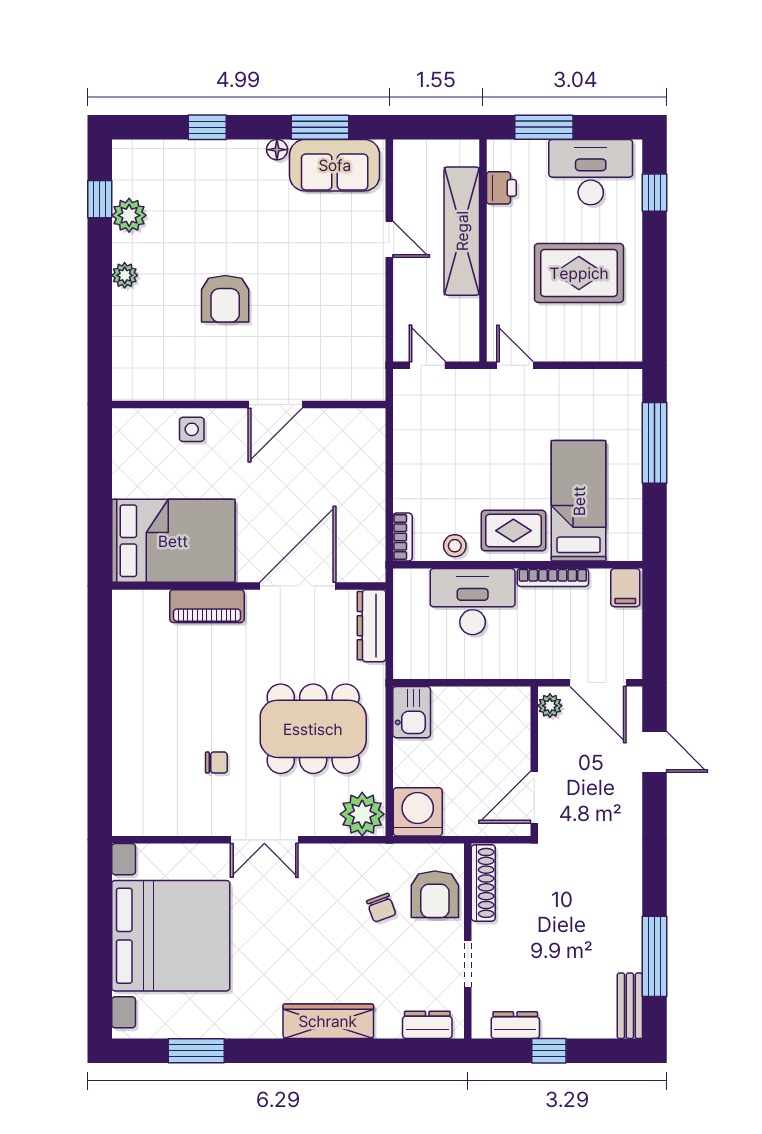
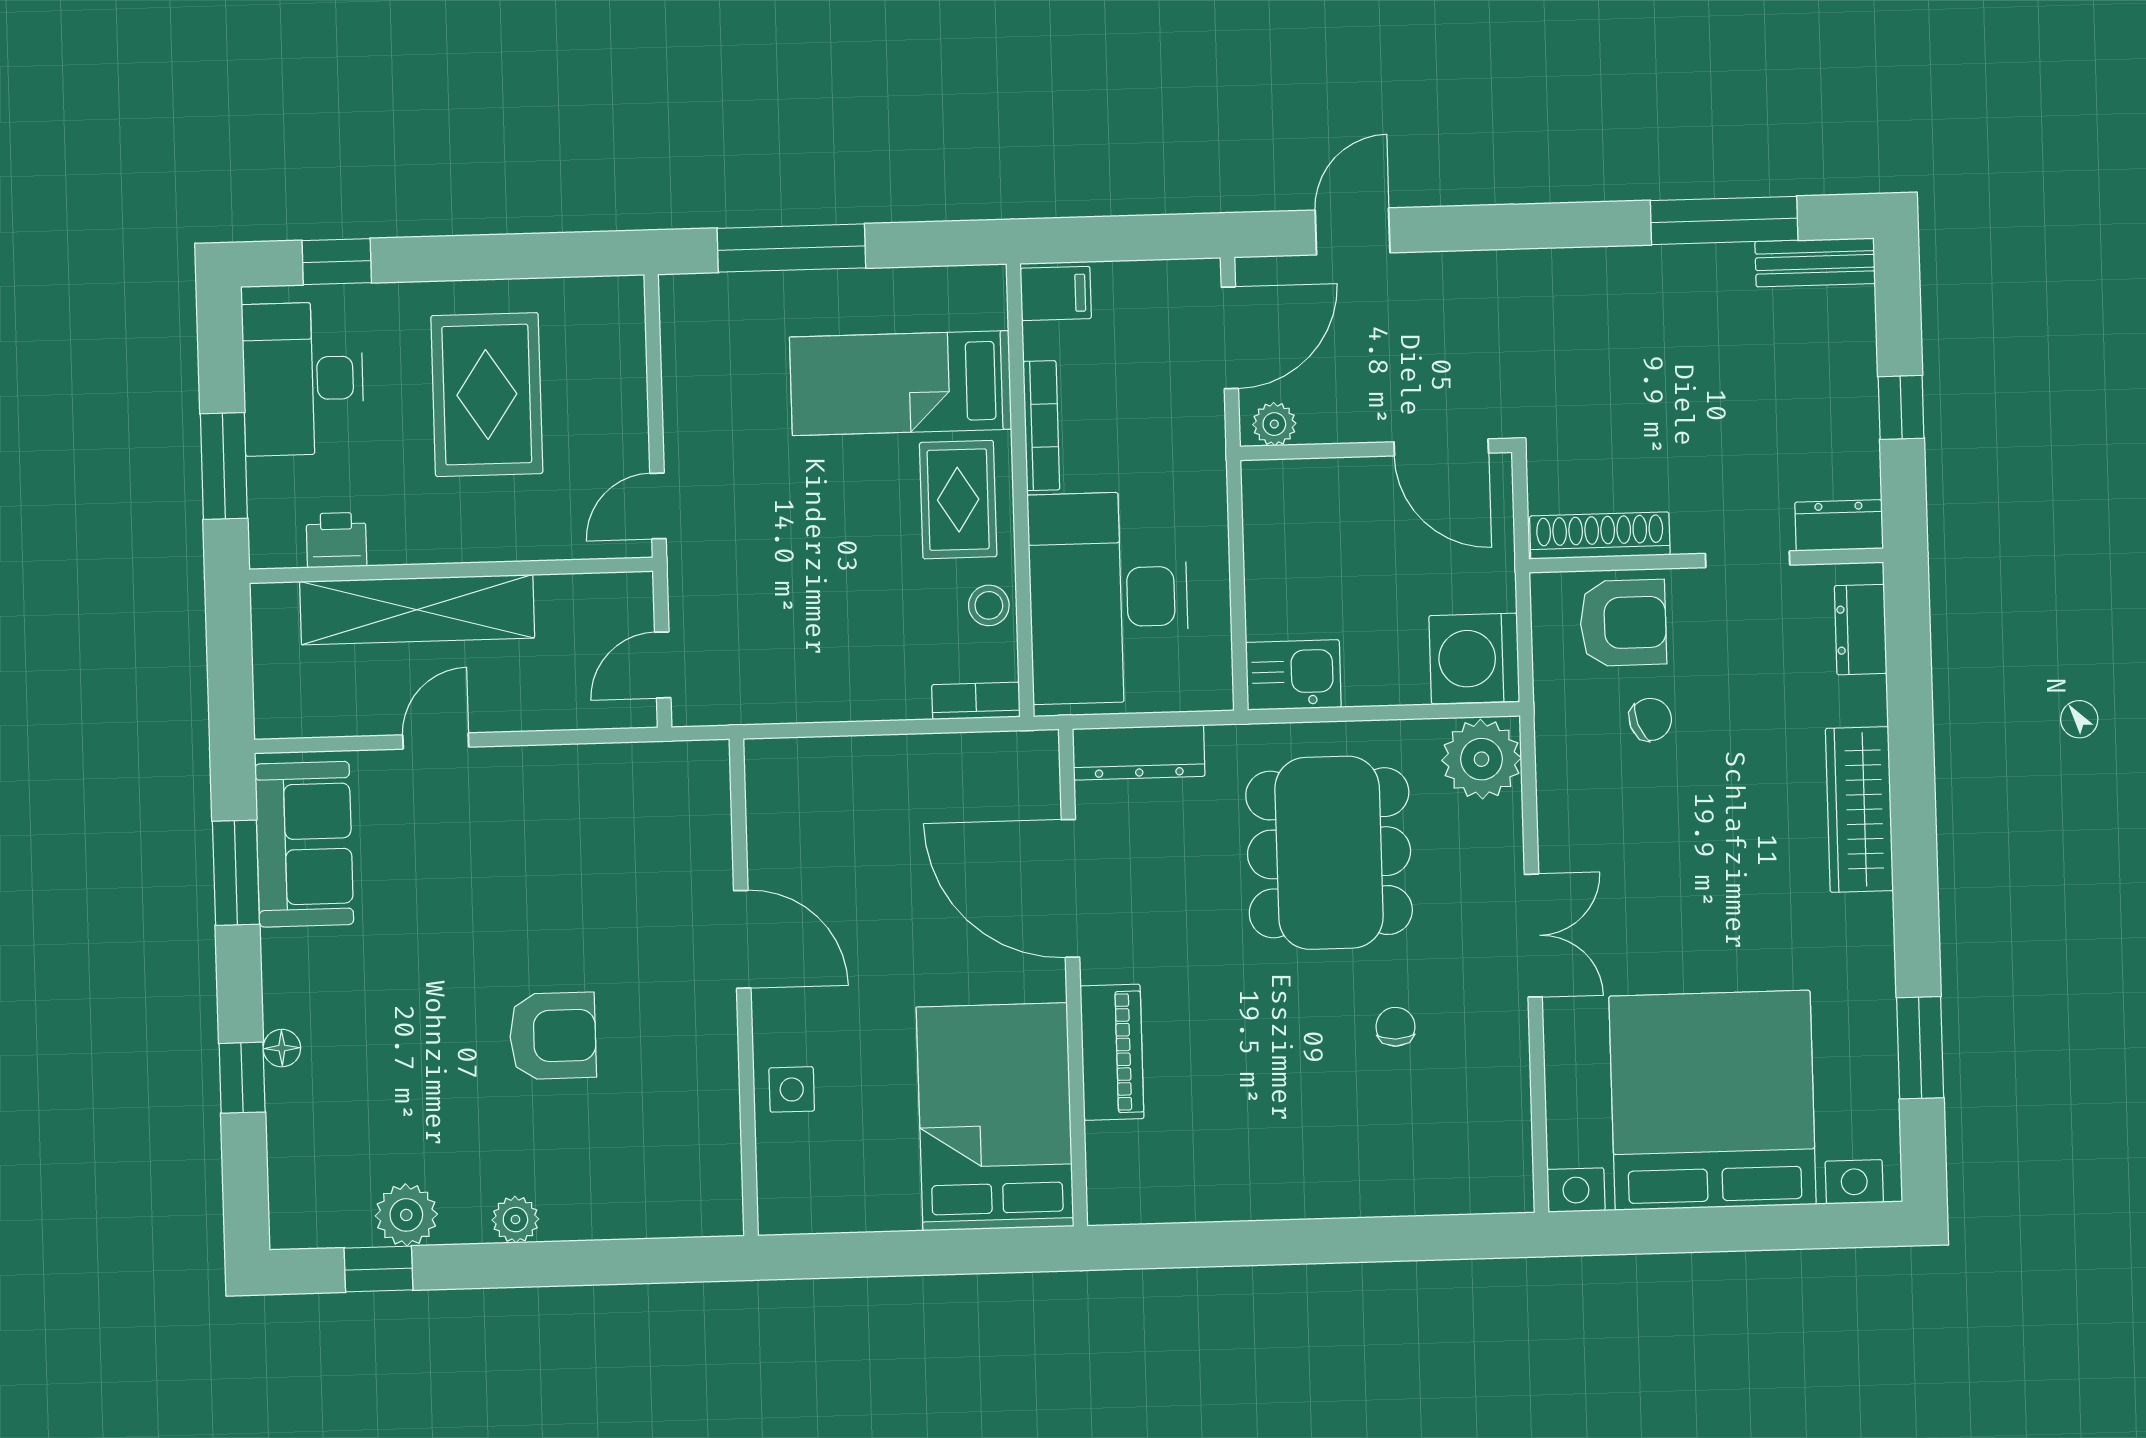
floor lamp: (277, 150) -> (282, 1048), moved
desk: (473, 602) -> (1108, 598), width x1.36, depth x1.30
dresser: (515, 1025) -> (1839, 525), moved, turned 90

